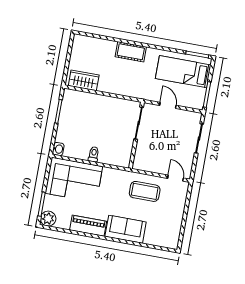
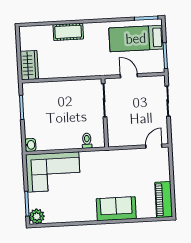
cot: (131, 52) -> (68, 32), moved
wardrobe: (84, 80) -> (29, 65), moved, turned 90
toilet: (94, 154) -> (87, 141), moved
door: (176, 178) -> (154, 146), hinge flipped
coffee table: (145, 191) -> (126, 167), removed
piano: (88, 226) -> (164, 200), moved, turned -90

